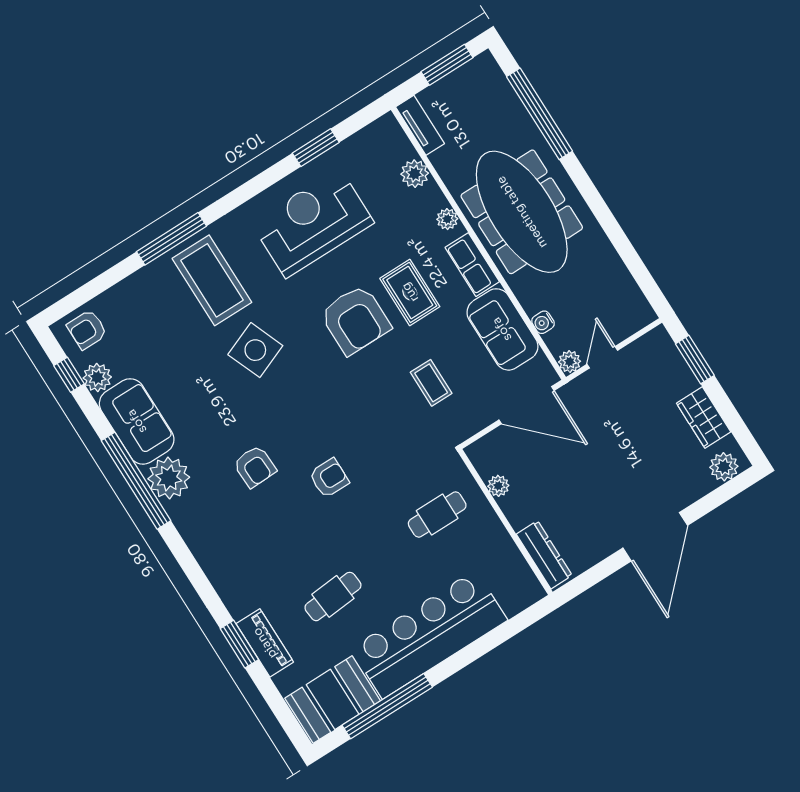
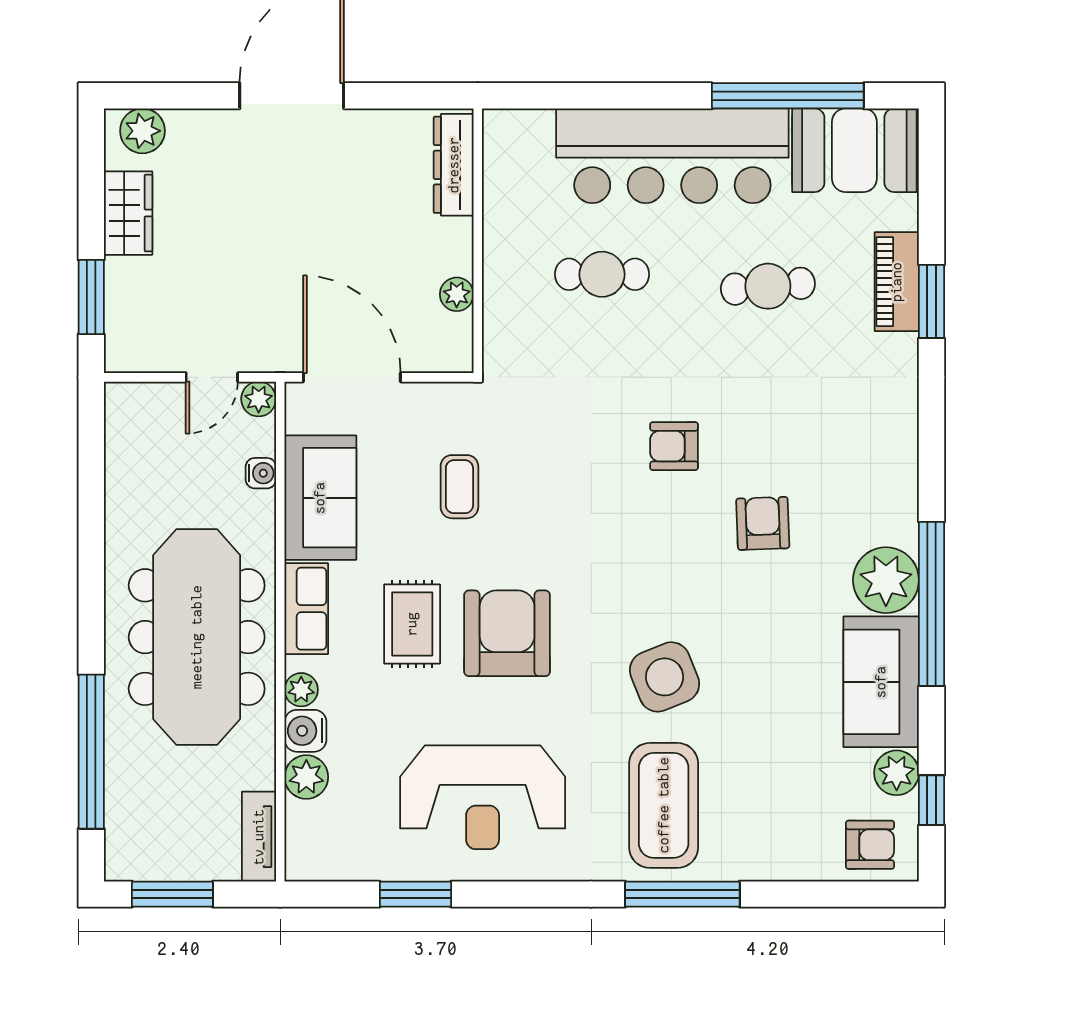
water cooler: (431, 198) -> (305, 731), added
cafe table: (437, 515) -> (602, 274), moved

